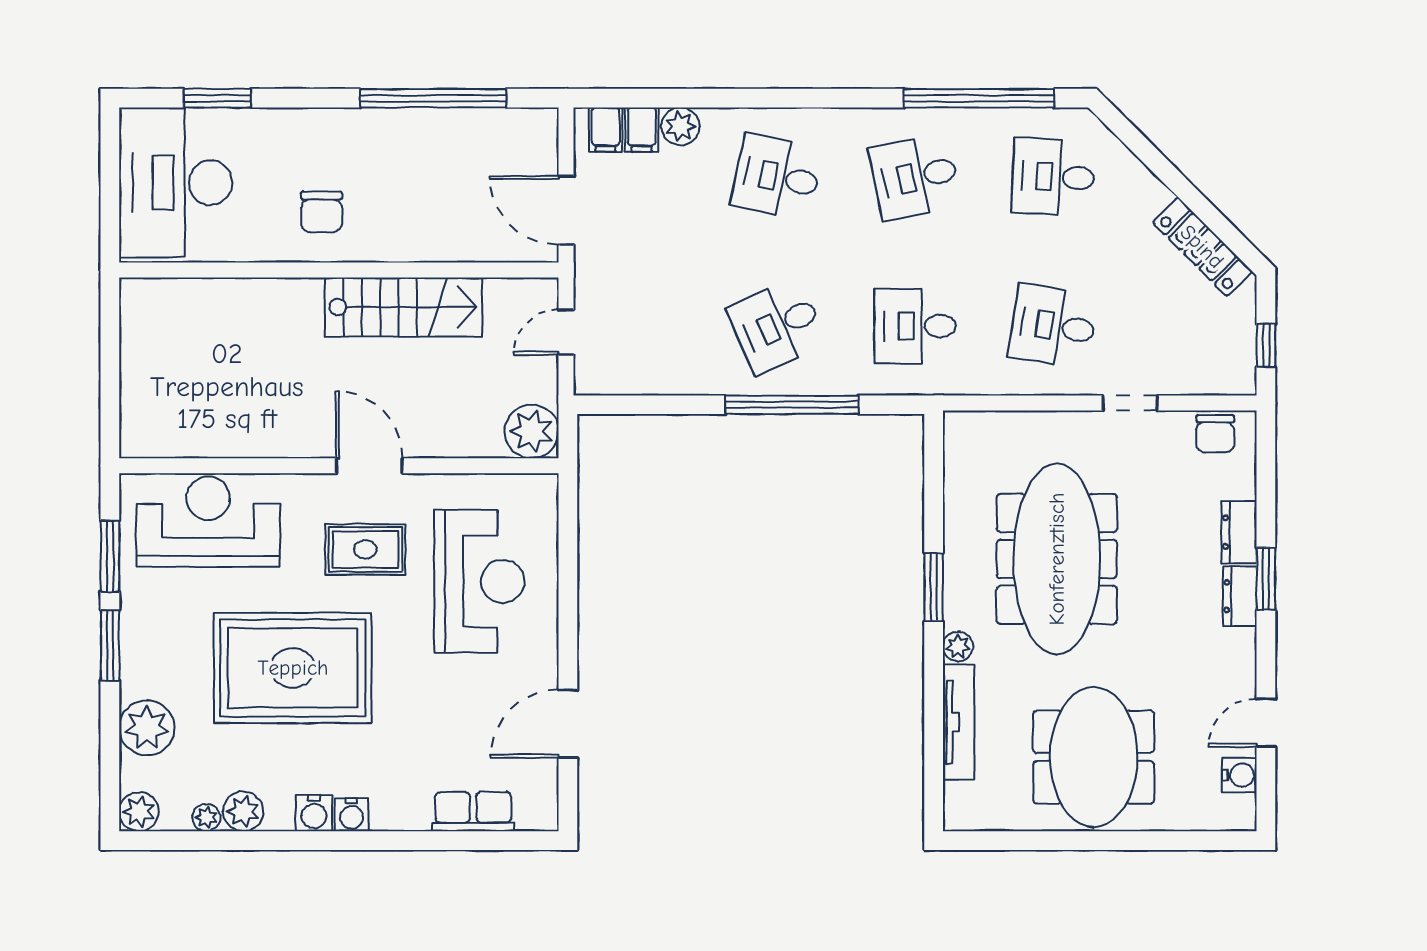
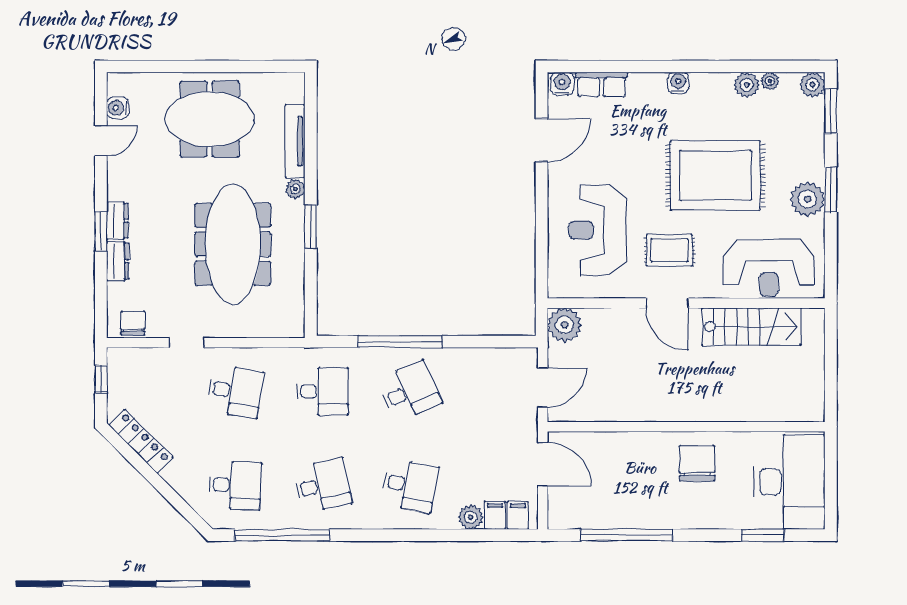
chair: (322, 212) -> (697, 463), width x1.37, depth x1.37
stairs: (404, 307) -> (751, 326), moved, turned 180
door: (566, 332) -> (543, 387), width x1.38
window: (110, 556) -> (831, 111), moved
plant: (147, 728) -> (808, 199), moved
meeting table: (1094, 757) -> (210, 119), turned 90
water cooler: (314, 813) -> (562, 84), moved

